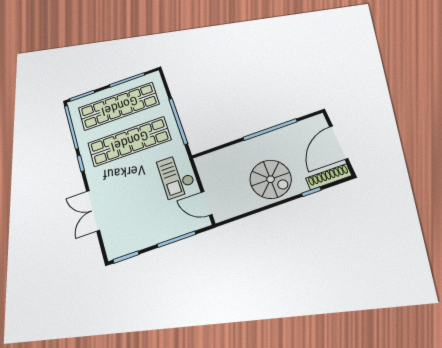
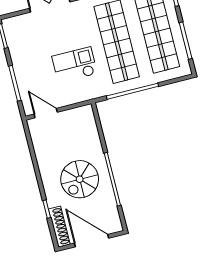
checkout: (176, 176) -> (75, 65), moved
spiral stairs: (271, 179) -> (80, 179), moved
door: (207, 203) -> (46, 113), hinge flipped

